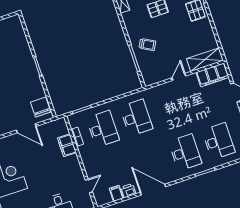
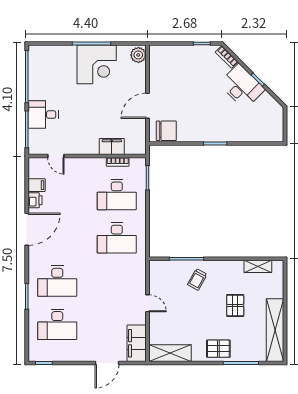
shelving: (205, 60) -> (170, 353), moved, turned 90

